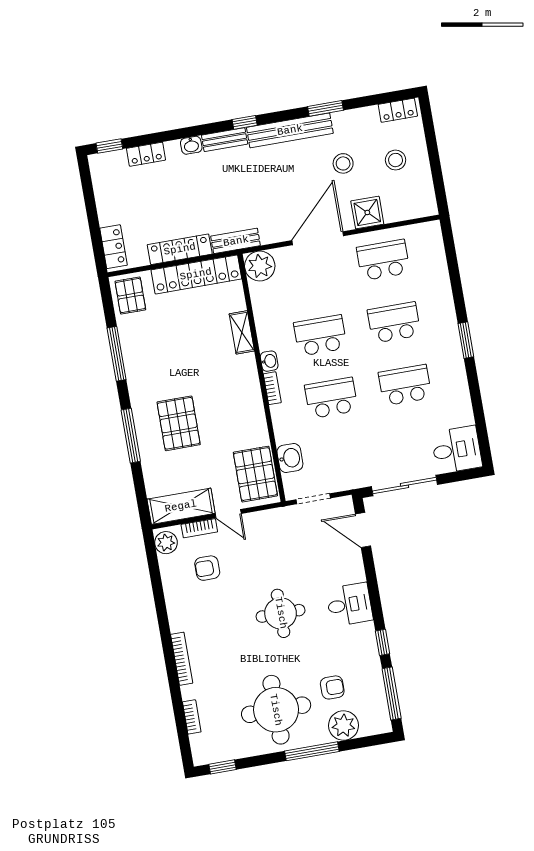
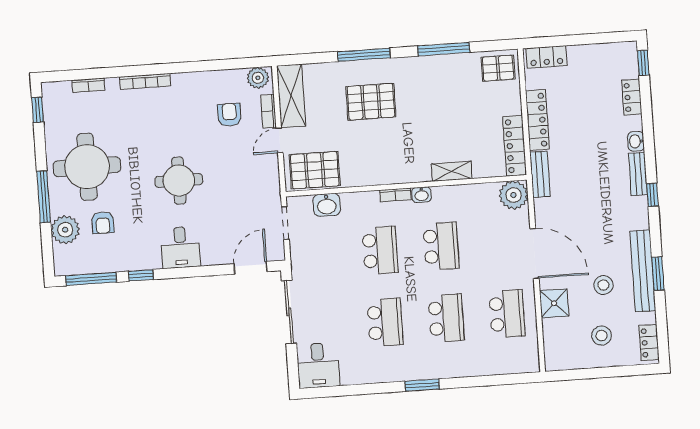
bench: (290, 130) -> (643, 271), moved
locker: (196, 274) -> (515, 146), width x0.71, depth x0.83

